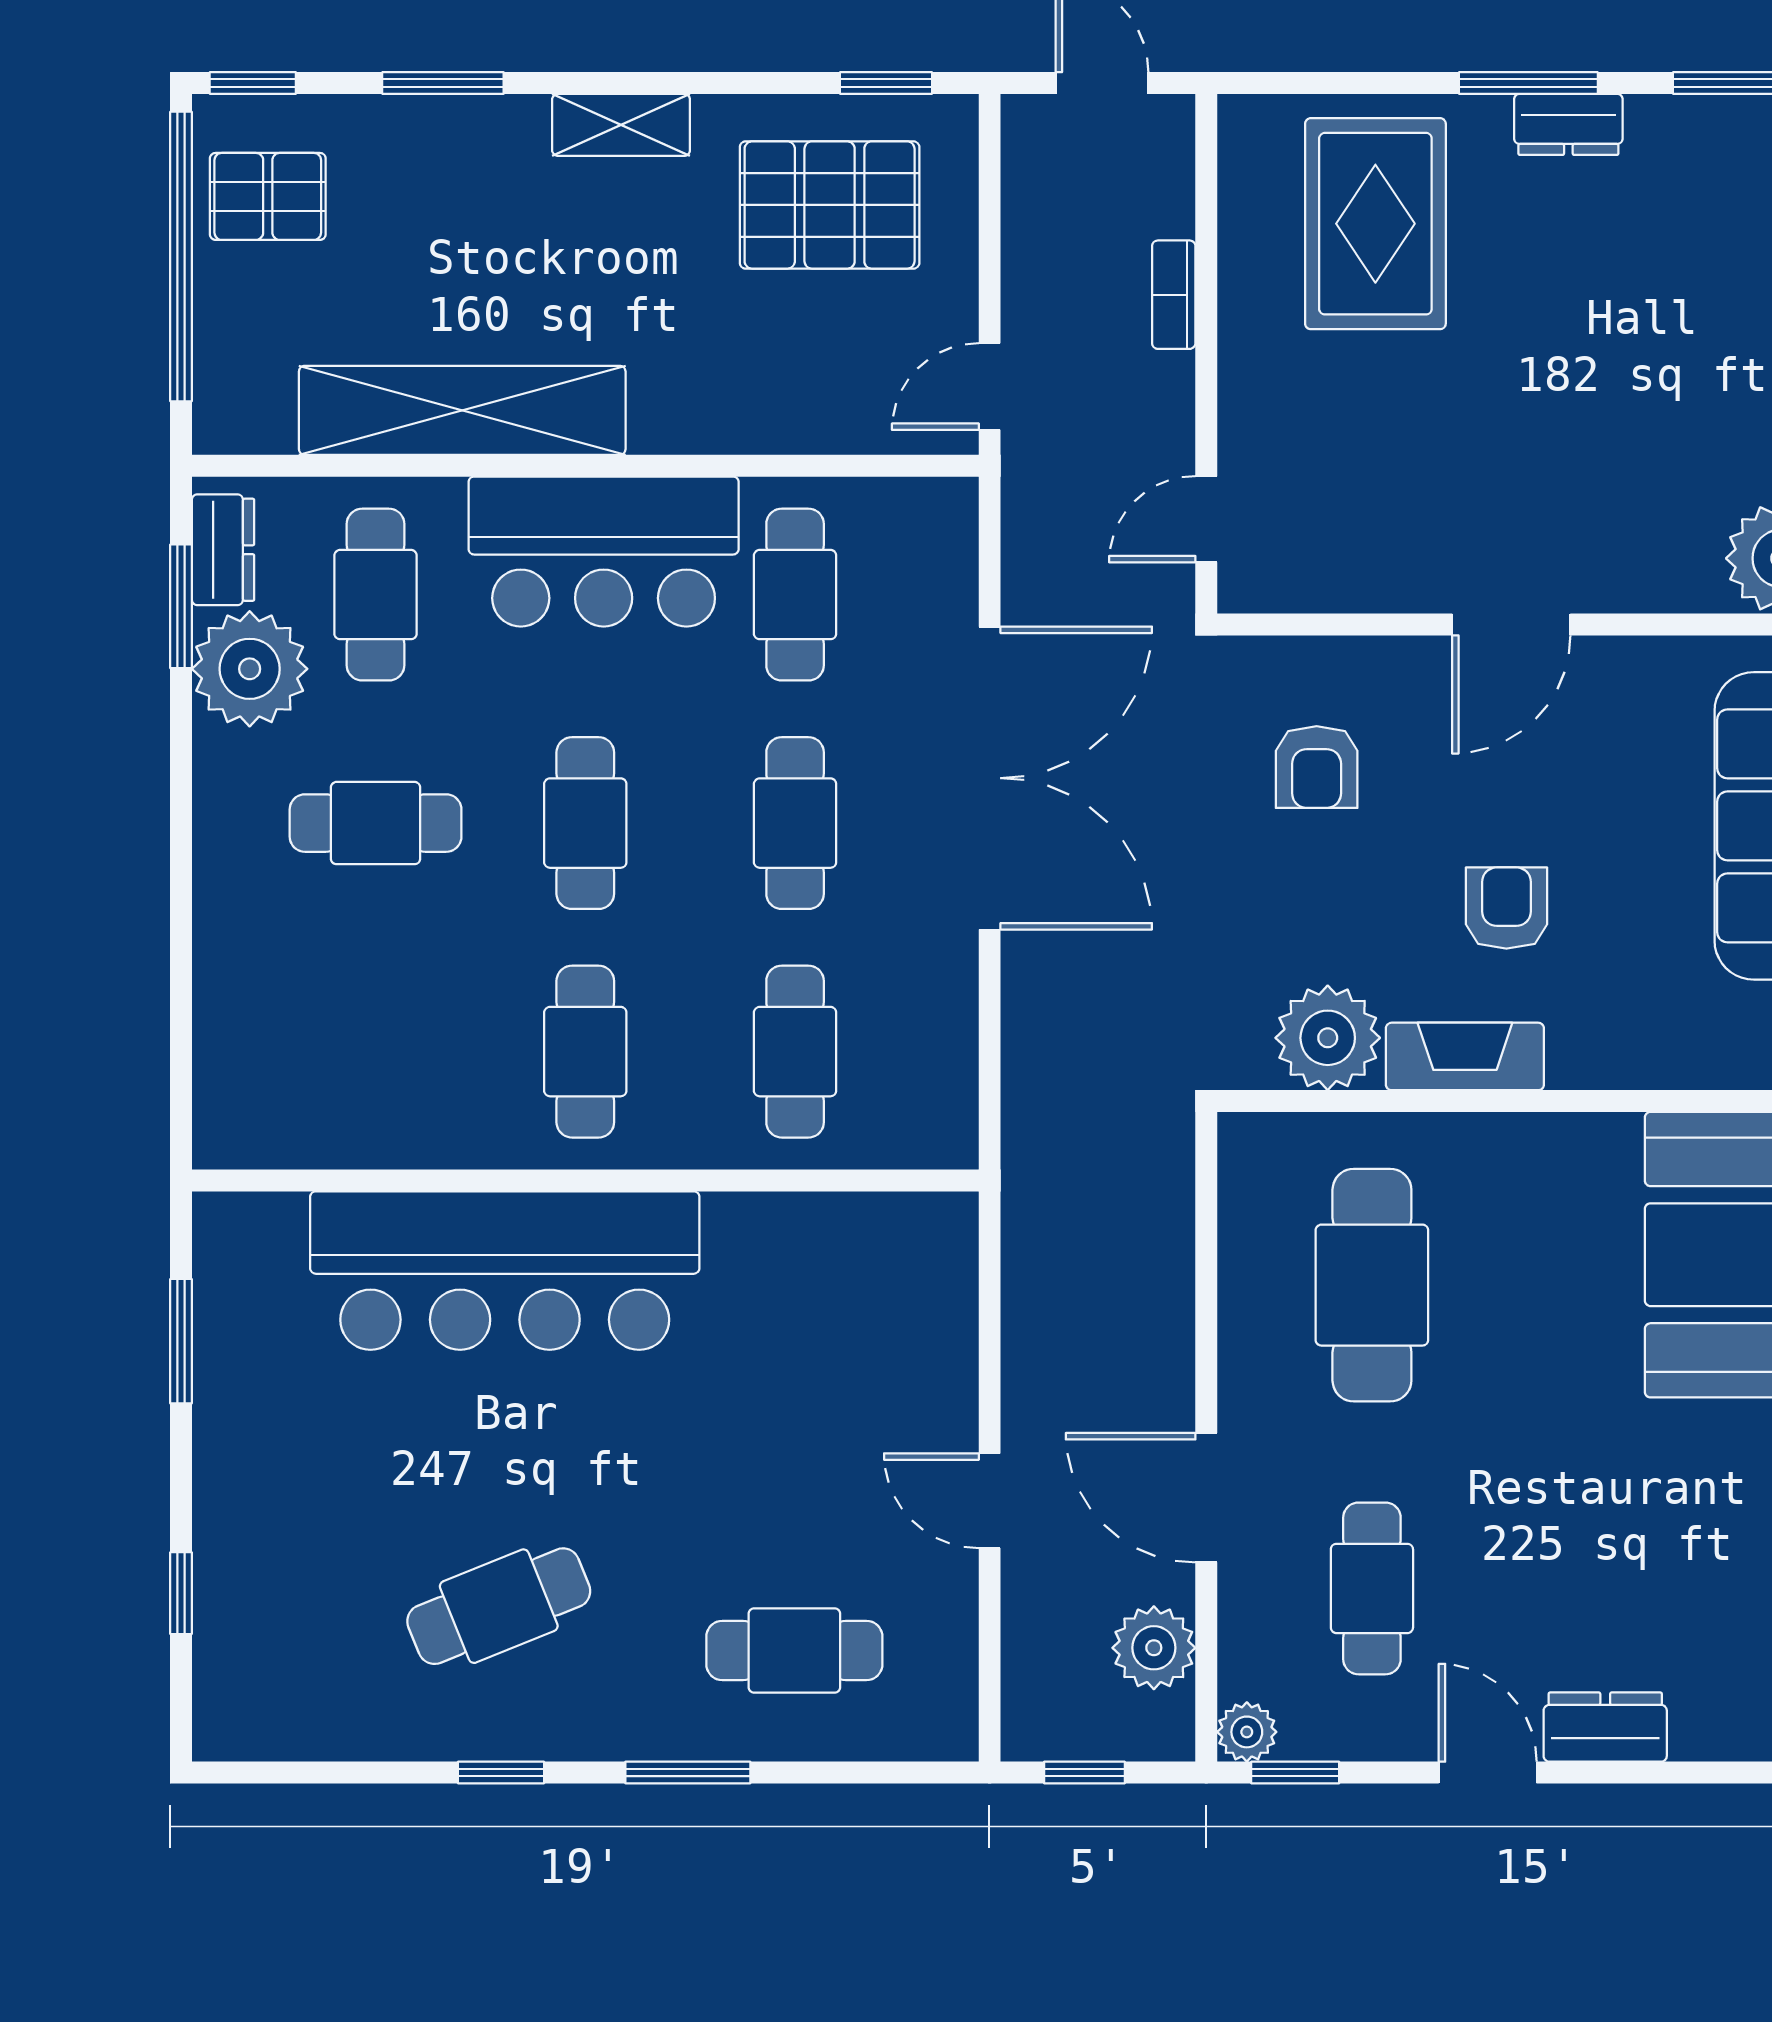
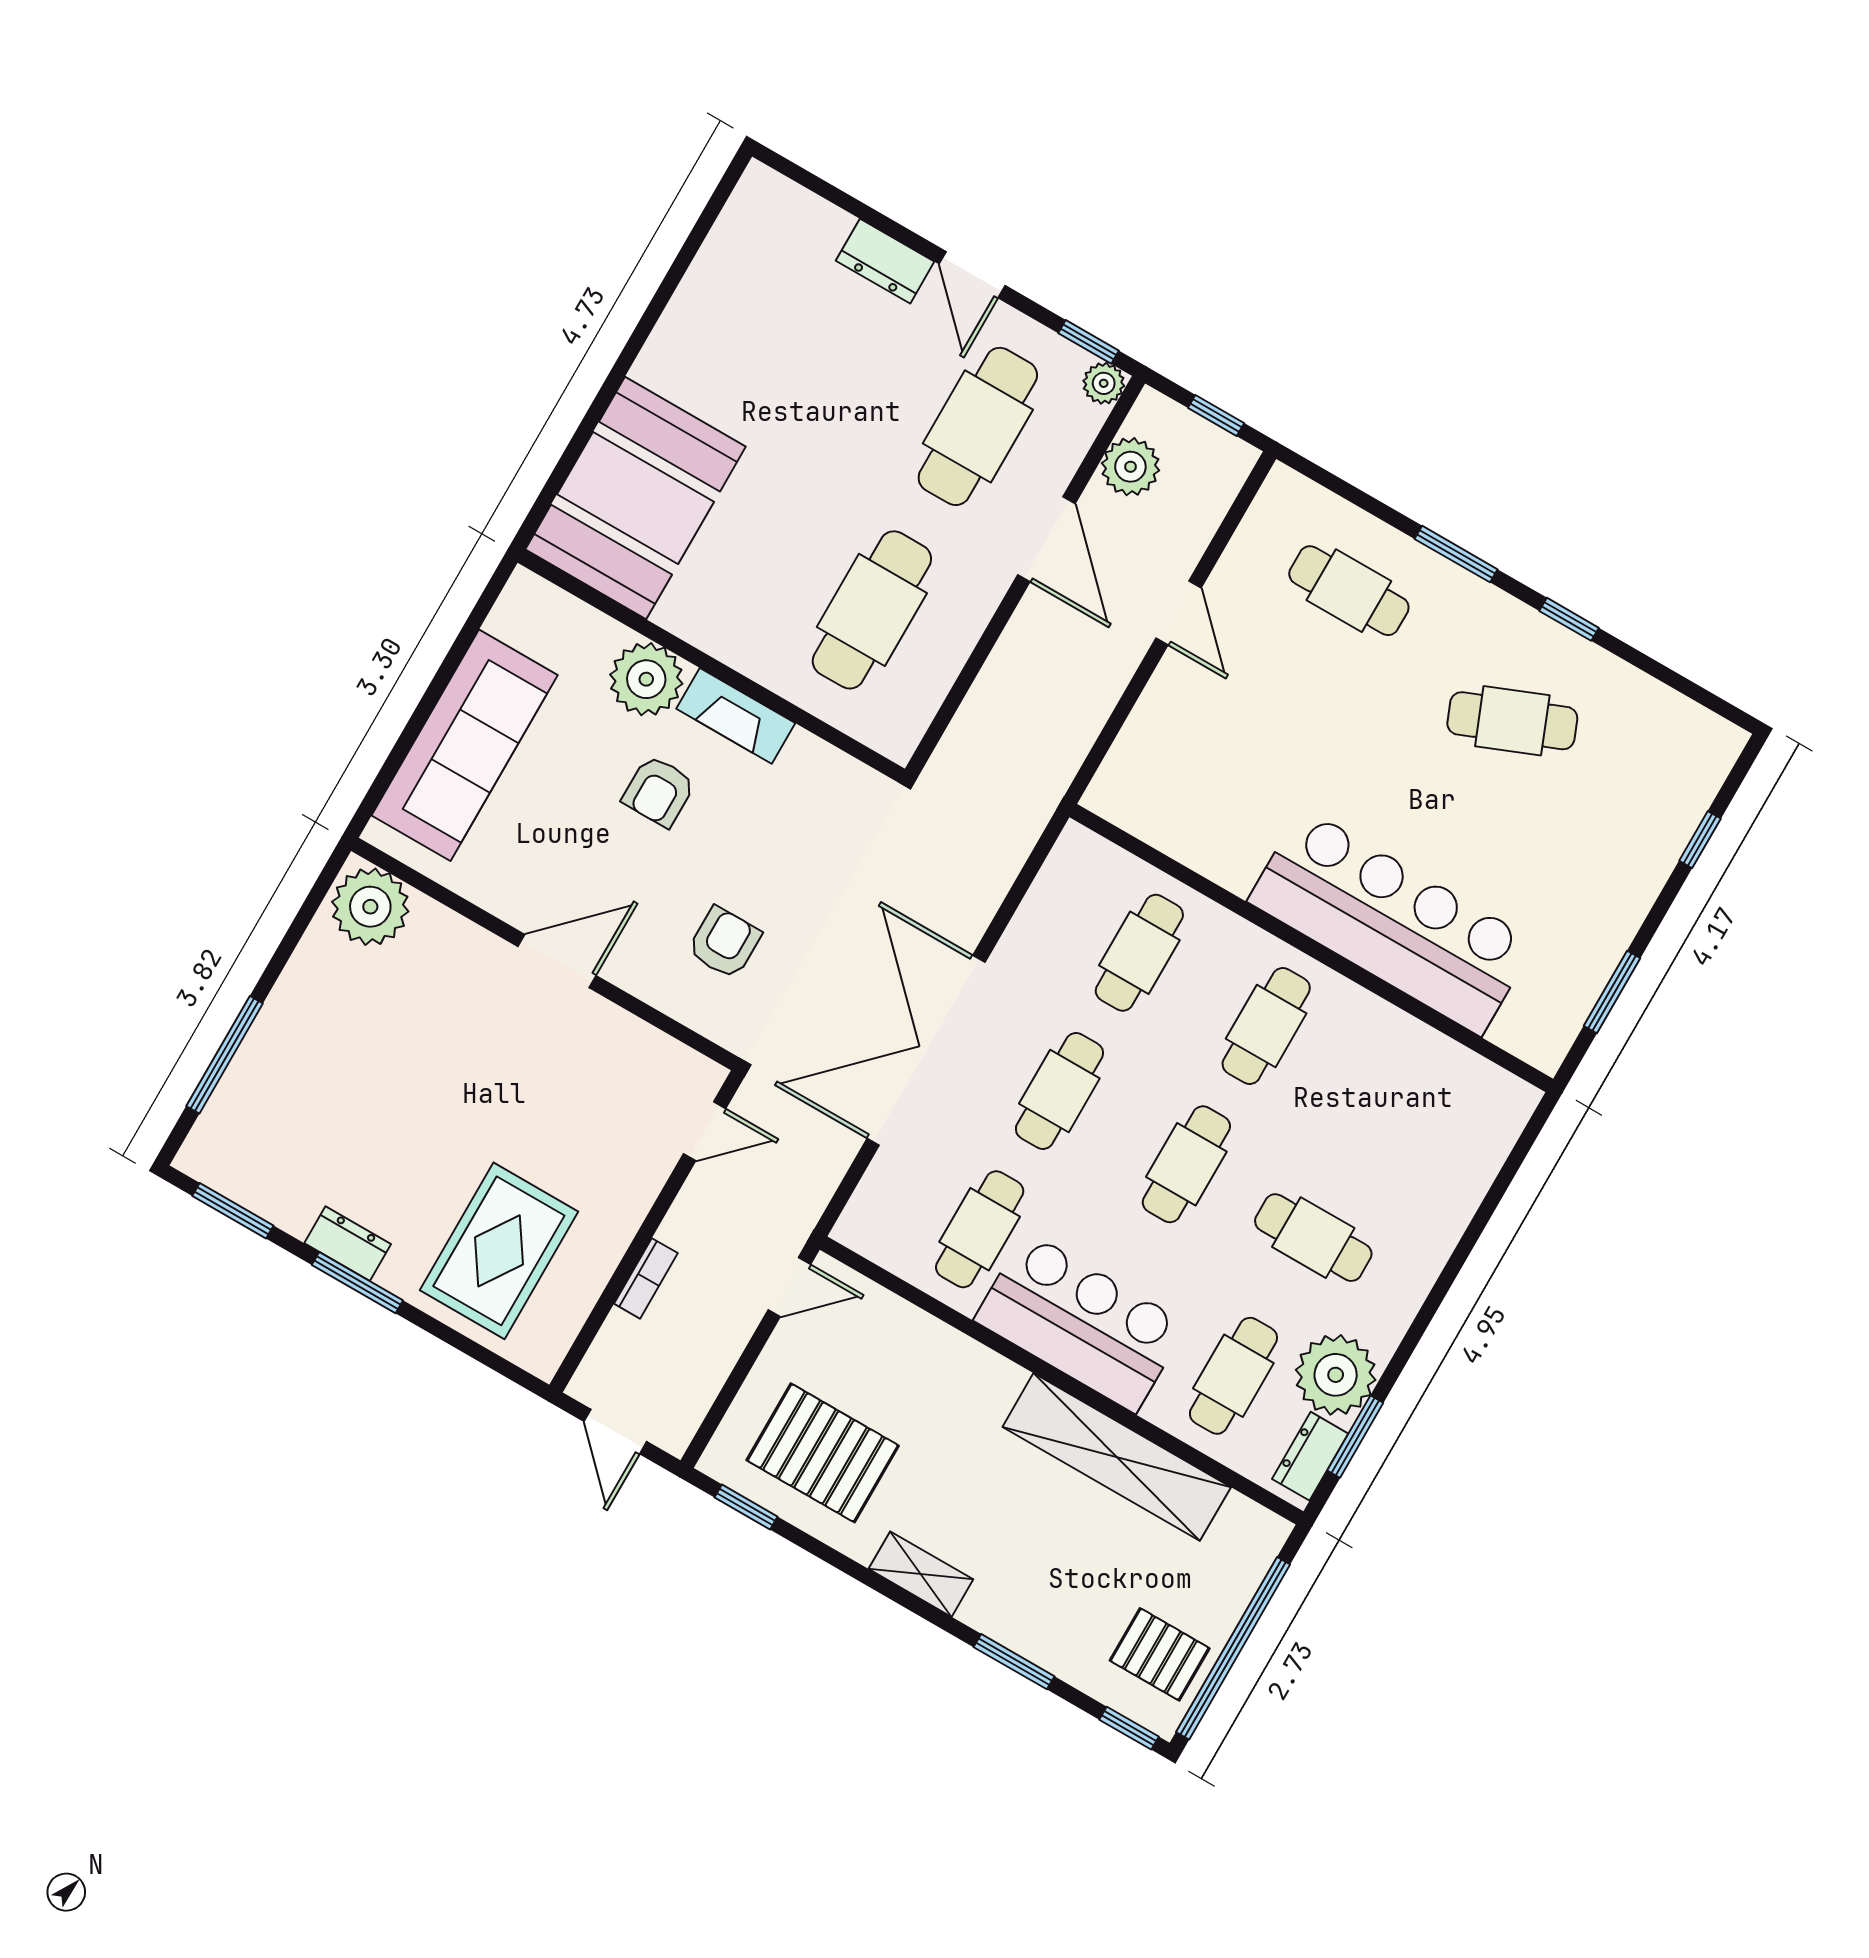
plant: (1328, 1038) -> (646, 679), moved
cafe table: (1372, 1588) -> (978, 426), width x1.37, depth x1.35

